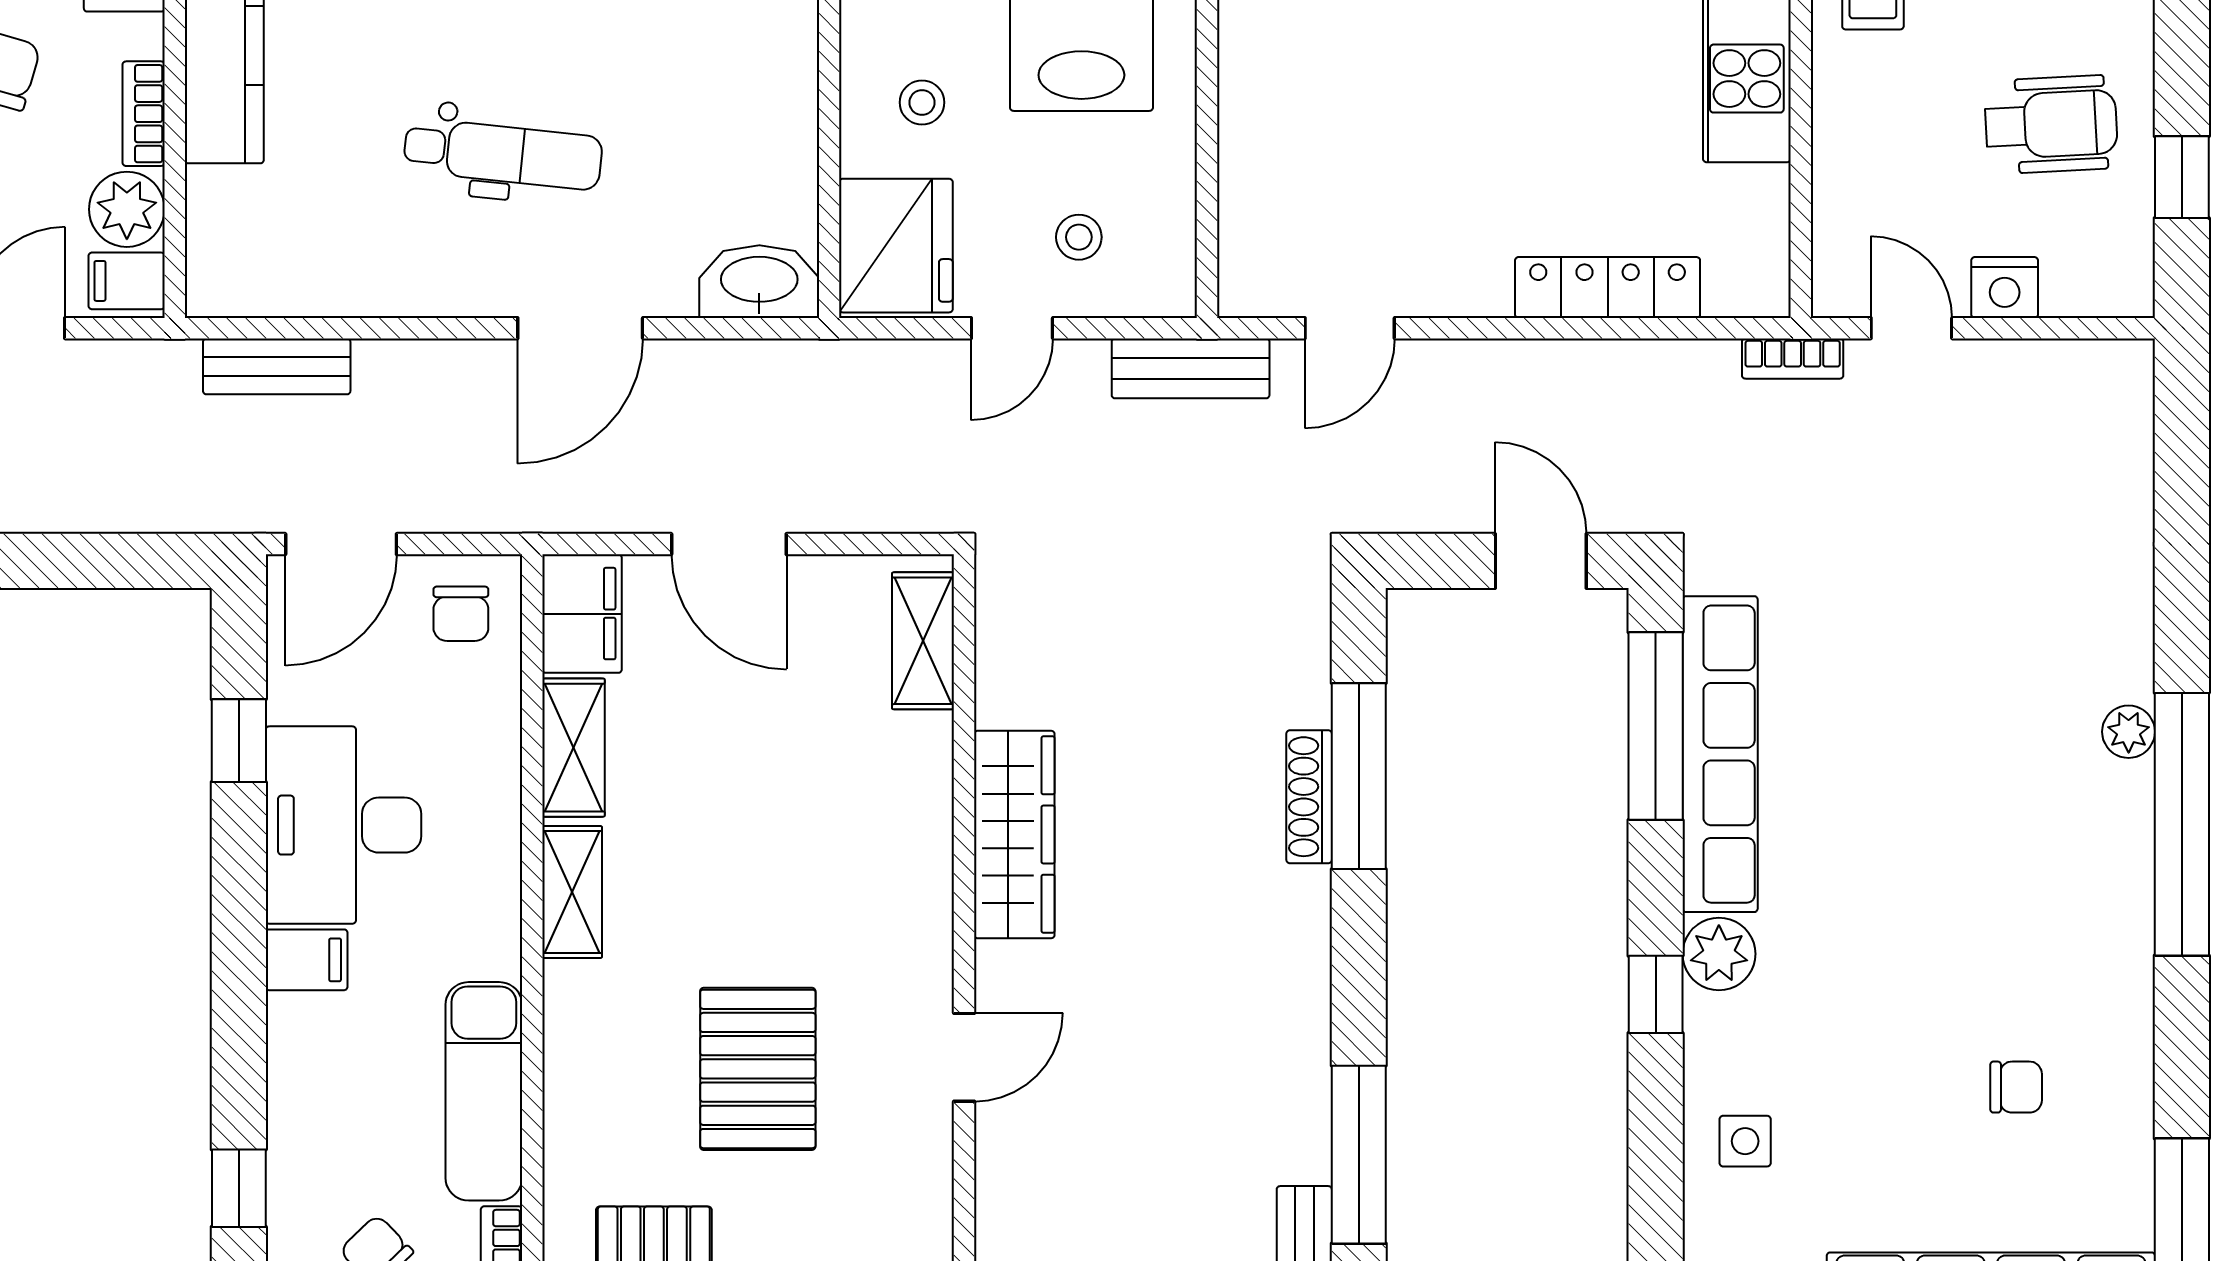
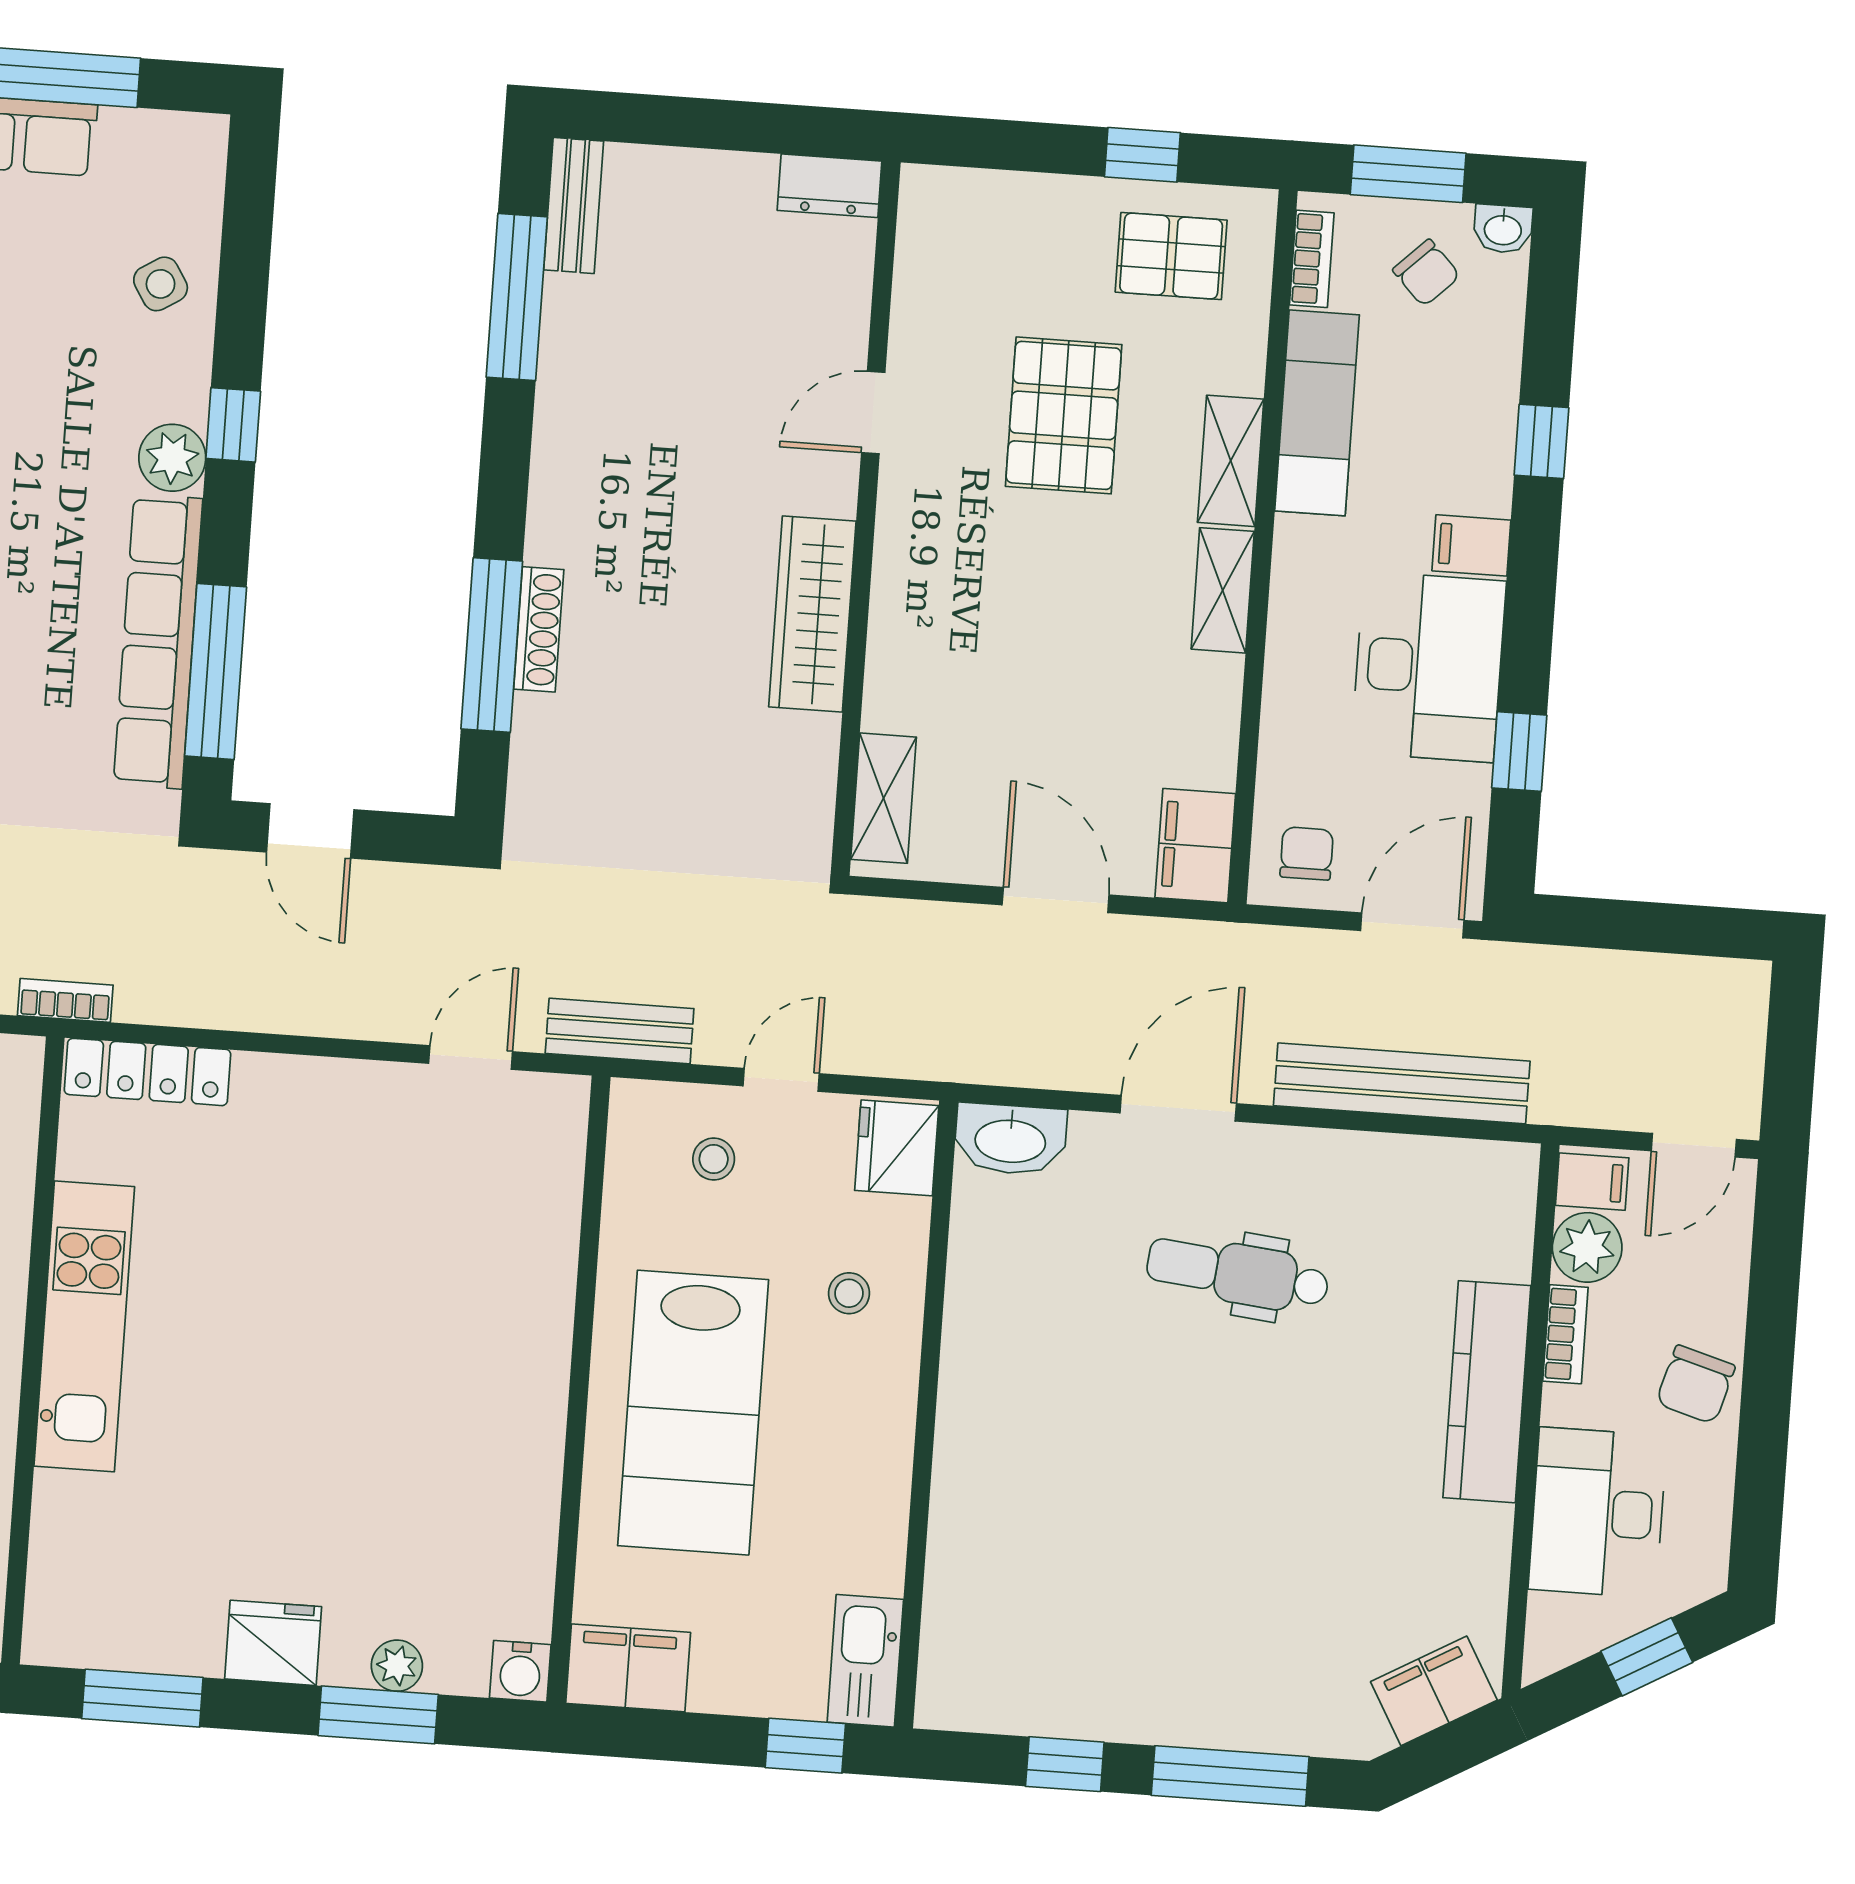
fridge: (896, 246) -> (897, 1148), width x0.73, depth x0.75
locker: (1608, 287) -> (147, 1072), moved
bench: (277, 366) -> (1402, 1083), width x1.86, depth x1.21
shelving: (574, 748) -> (1231, 461), moved
side table: (1745, 1141) -> (161, 284), turned -32
window: (239, 1188) -> (1541, 441), moved

